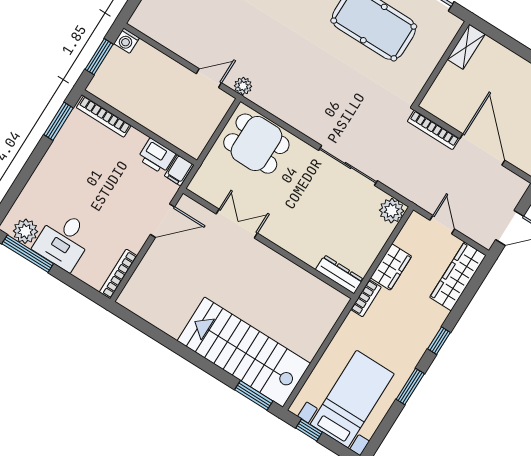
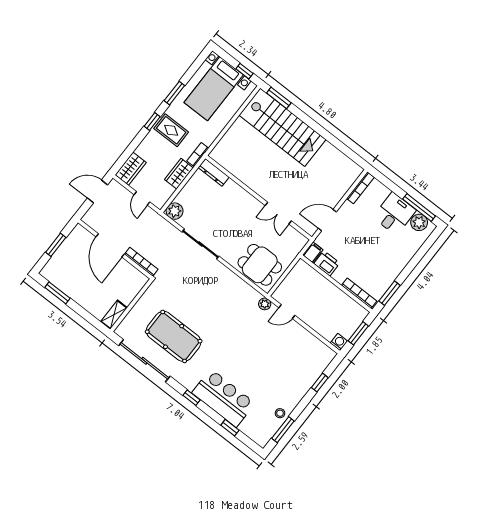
wardrobe: (458, 276) -> (131, 169), width x0.67
rug: (409, 331) -> (171, 130), added

